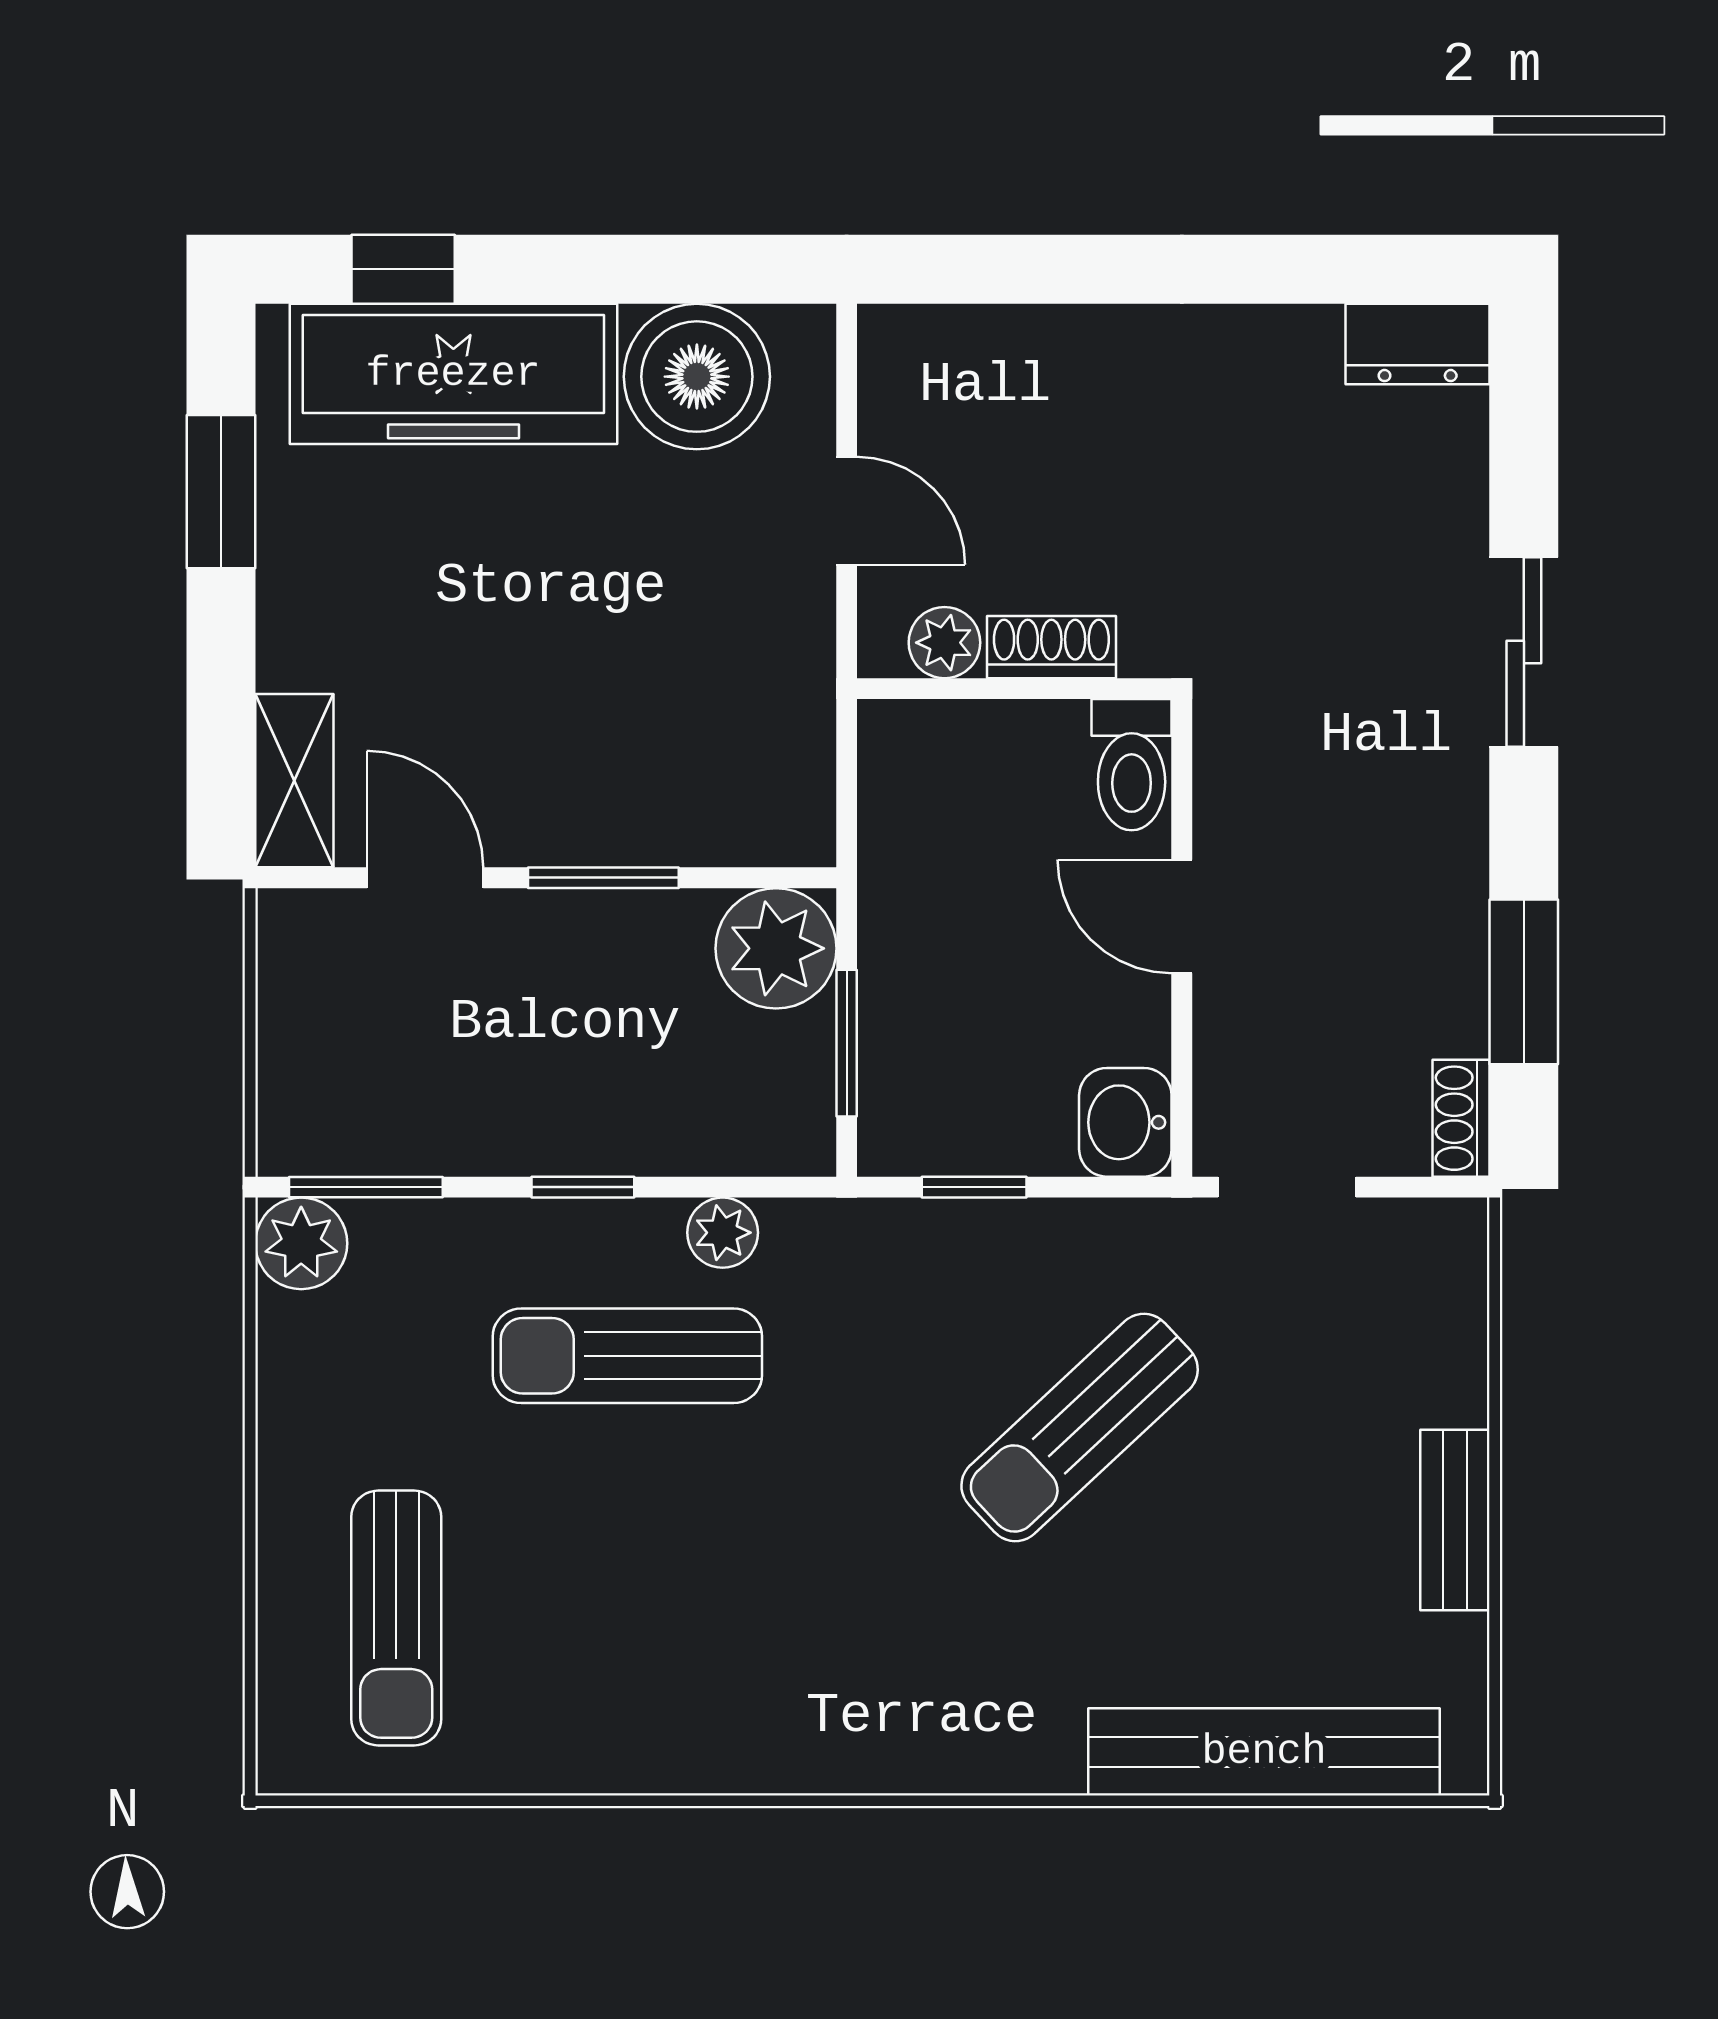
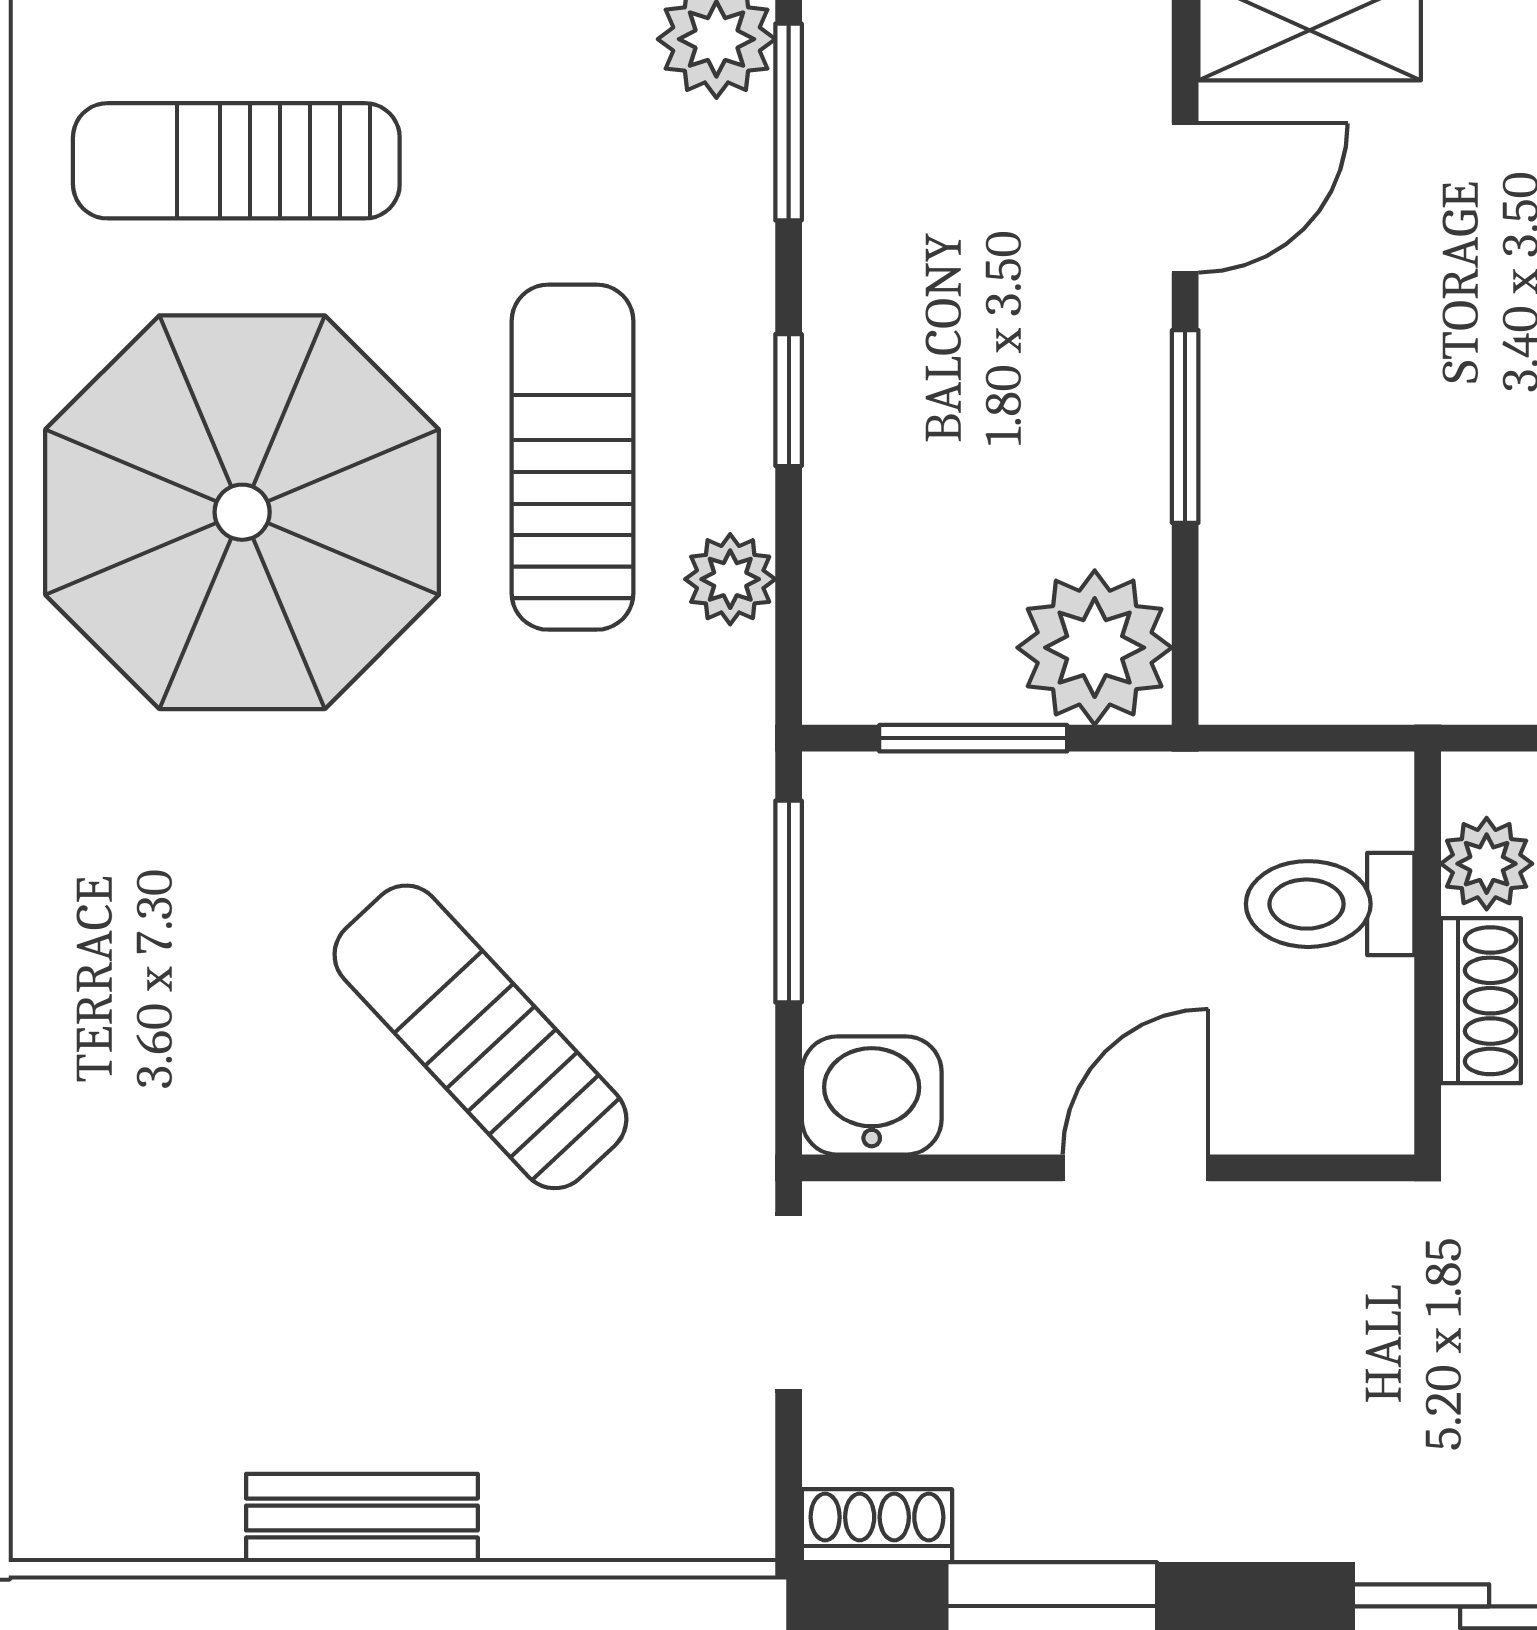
toilet: (1132, 765) -> (1330, 904), moved
window: (974, 1187) -> (789, 902), width x1.50
parasol: (670, 1613) -> (242, 512), added
bench: (1264, 1752) -> (65, 1273), removed

